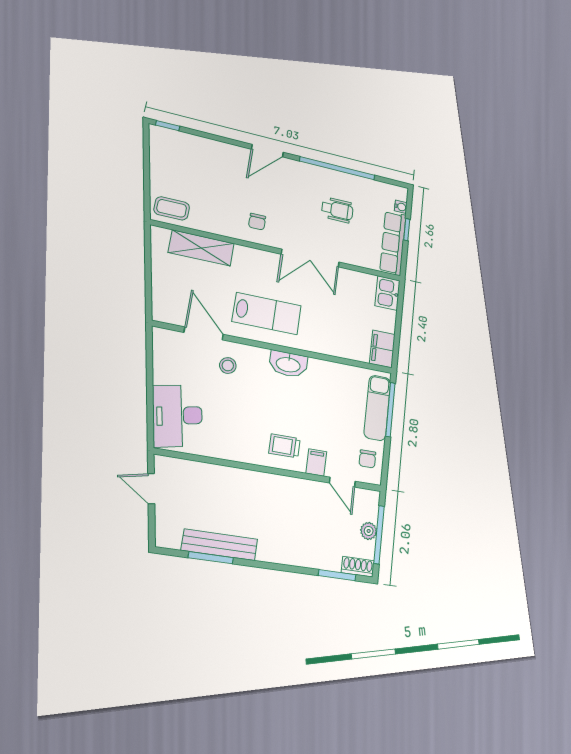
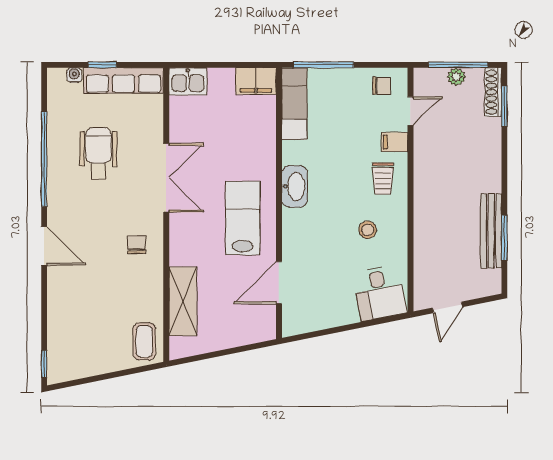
wheelchair: (337, 210) -> (98, 153), width x1.36, depth x1.37
chair: (257, 222) -> (137, 245), turned -90
stool: (228, 365) -> (368, 230), moved
exam couch: (377, 408) -> (294, 103), moved, turned -90
desk: (178, 416) -> (379, 293), width x0.73
shoe rack: (358, 567) -> (493, 92), width x1.43

